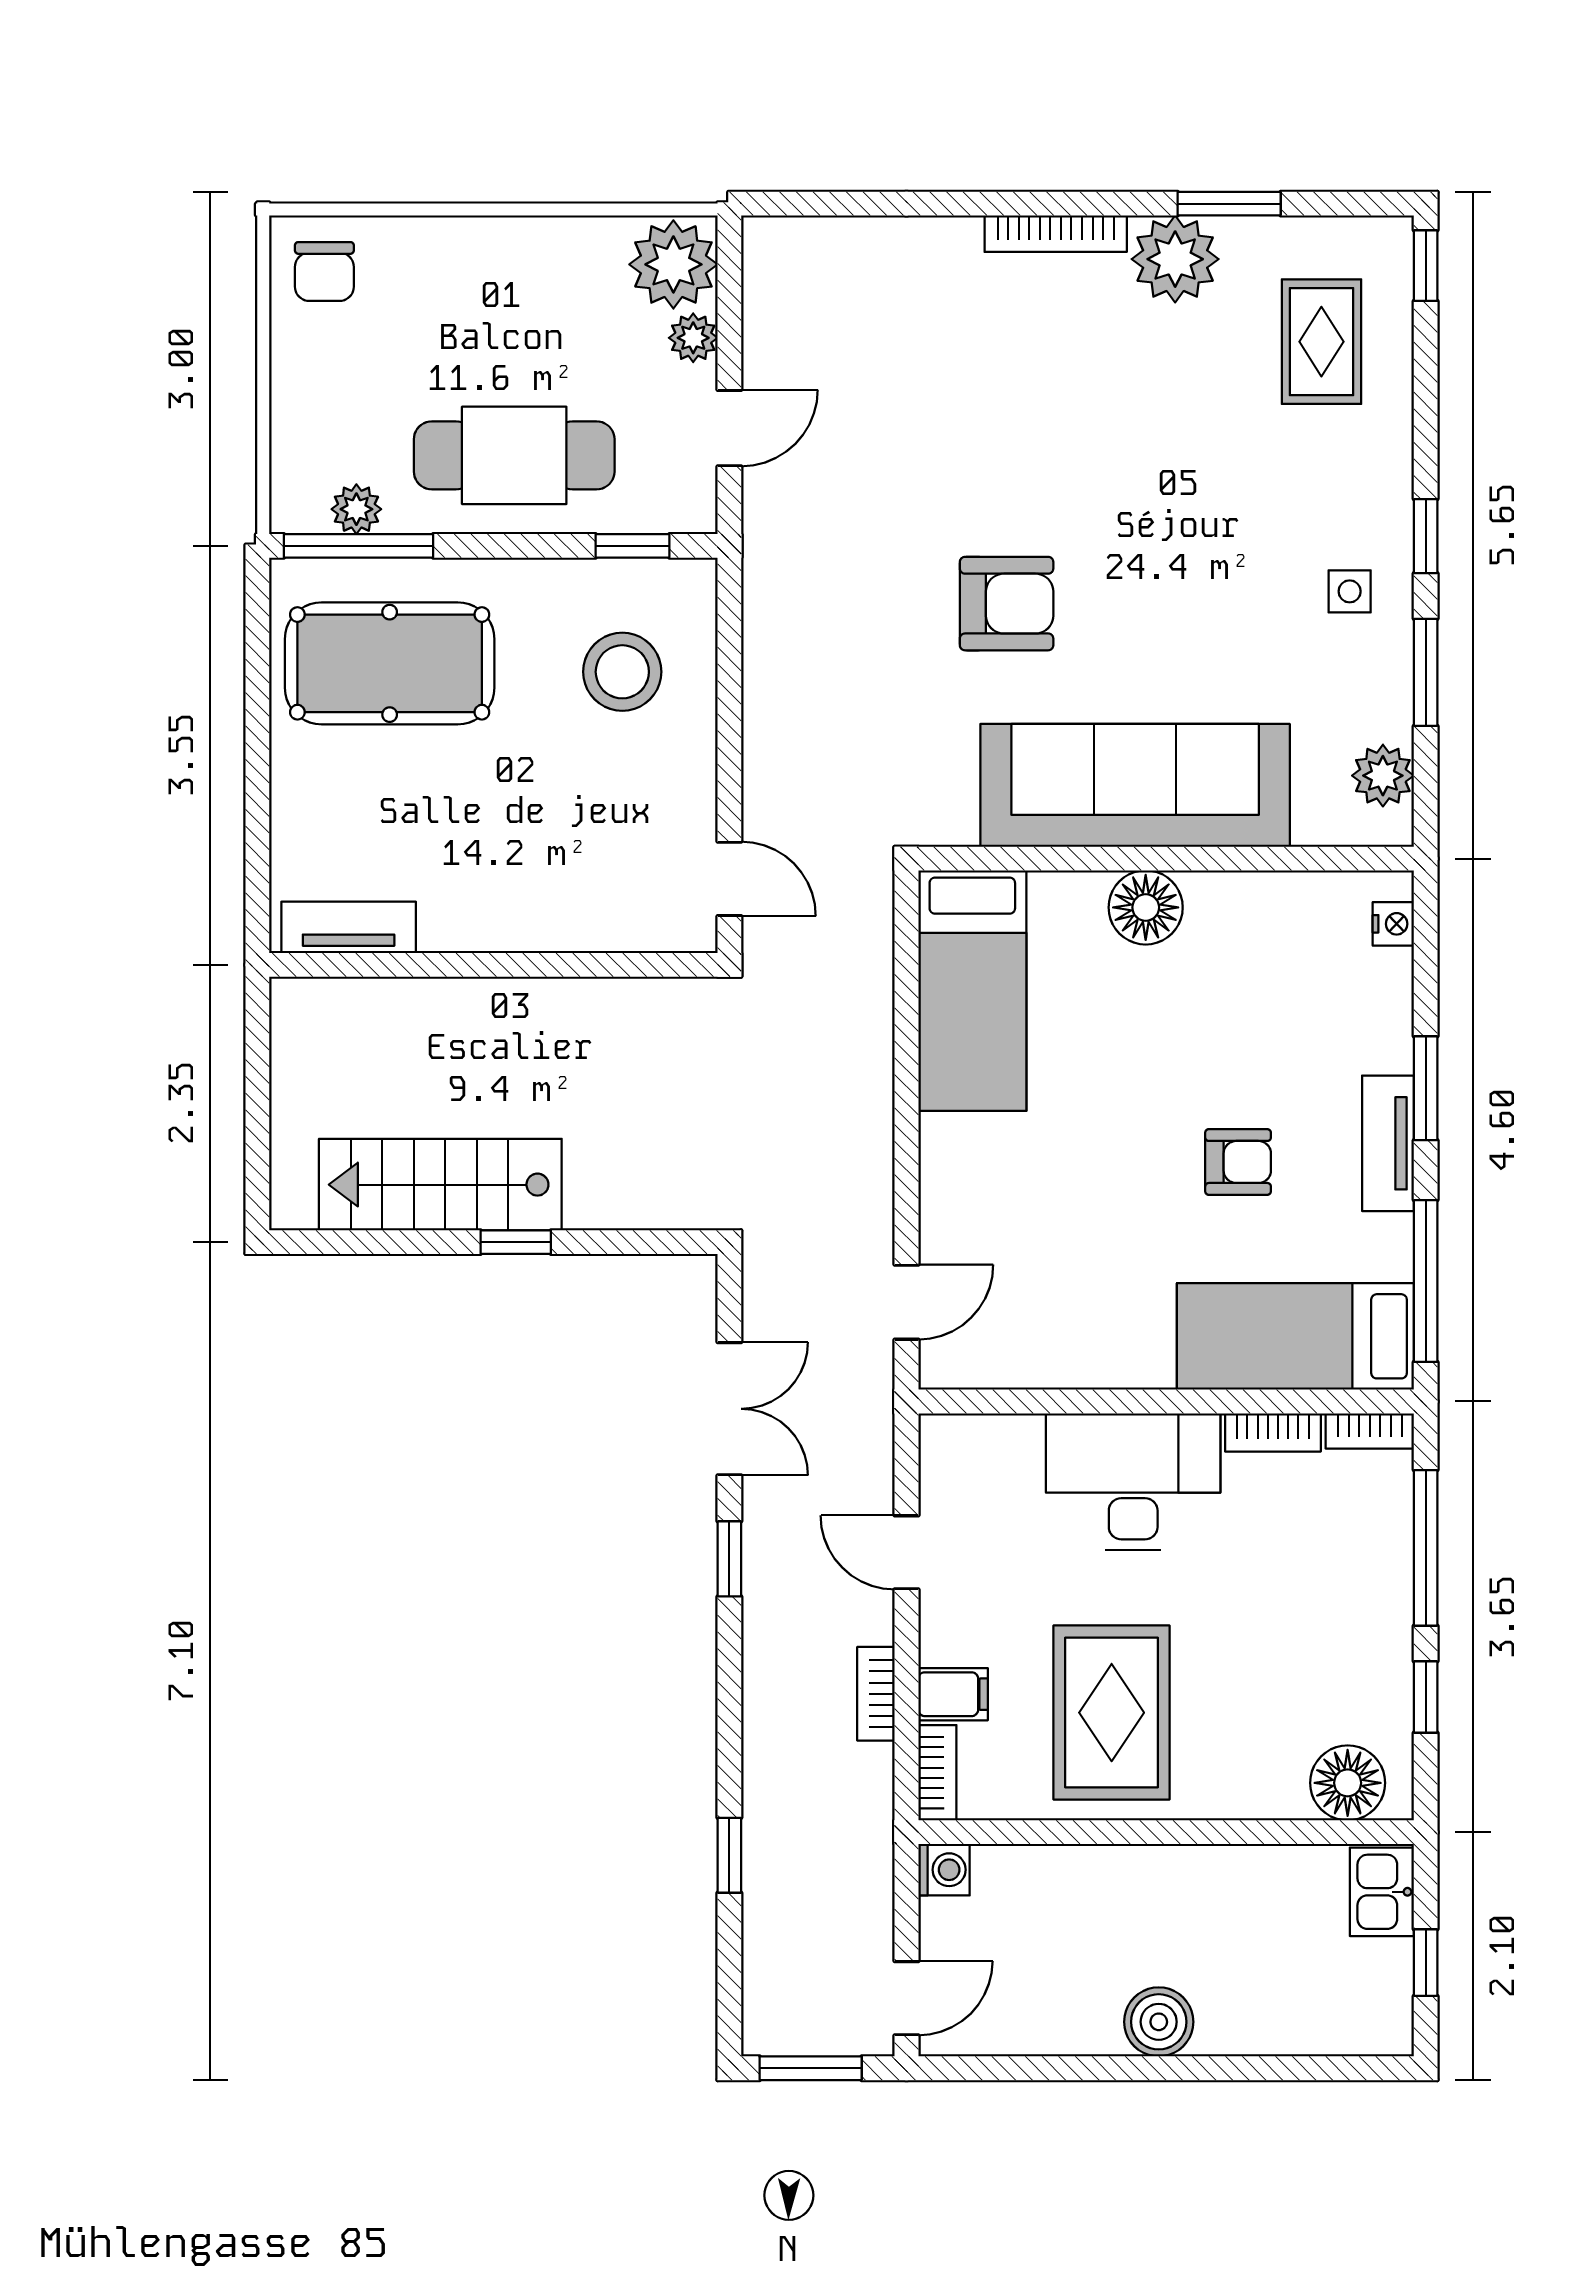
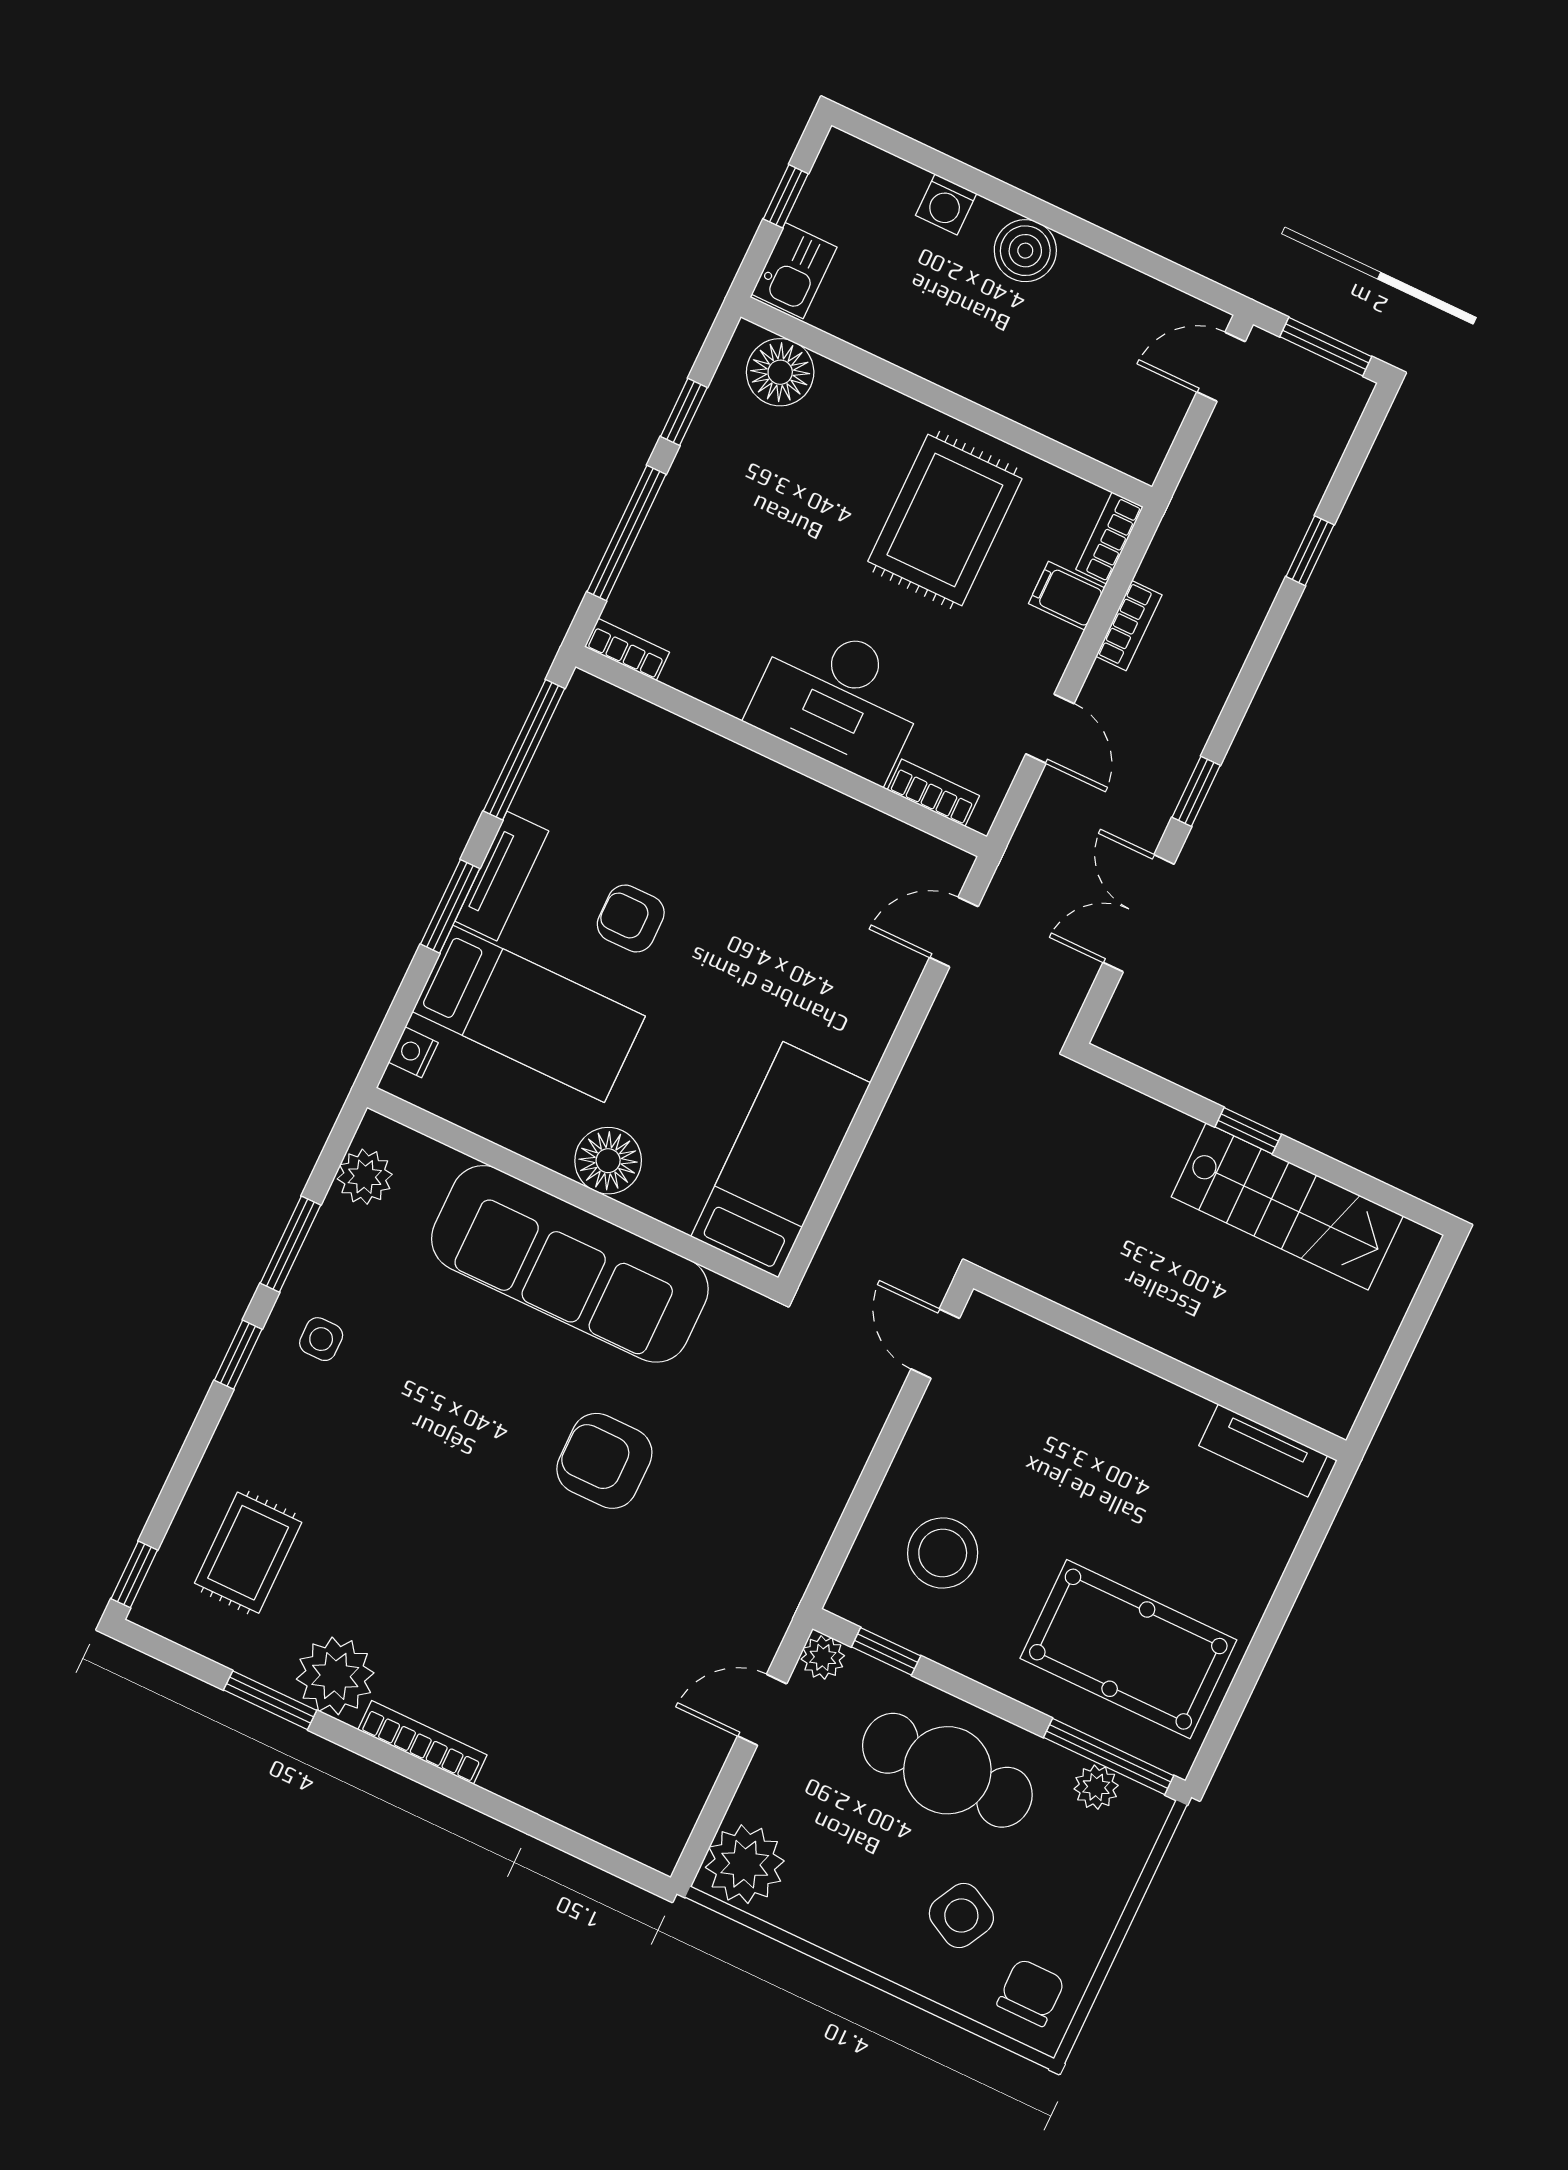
side table: (431, 316) -> (961, 1916), added
plant: (693, 338) -> (823, 1657), moved
bed: (1295, 1336) -> (529, 1014), moved
bookcase: (1273, 1432) -> (933, 793), moved
washing machine: (944, 1870) -> (946, 204), moved, turned -90

